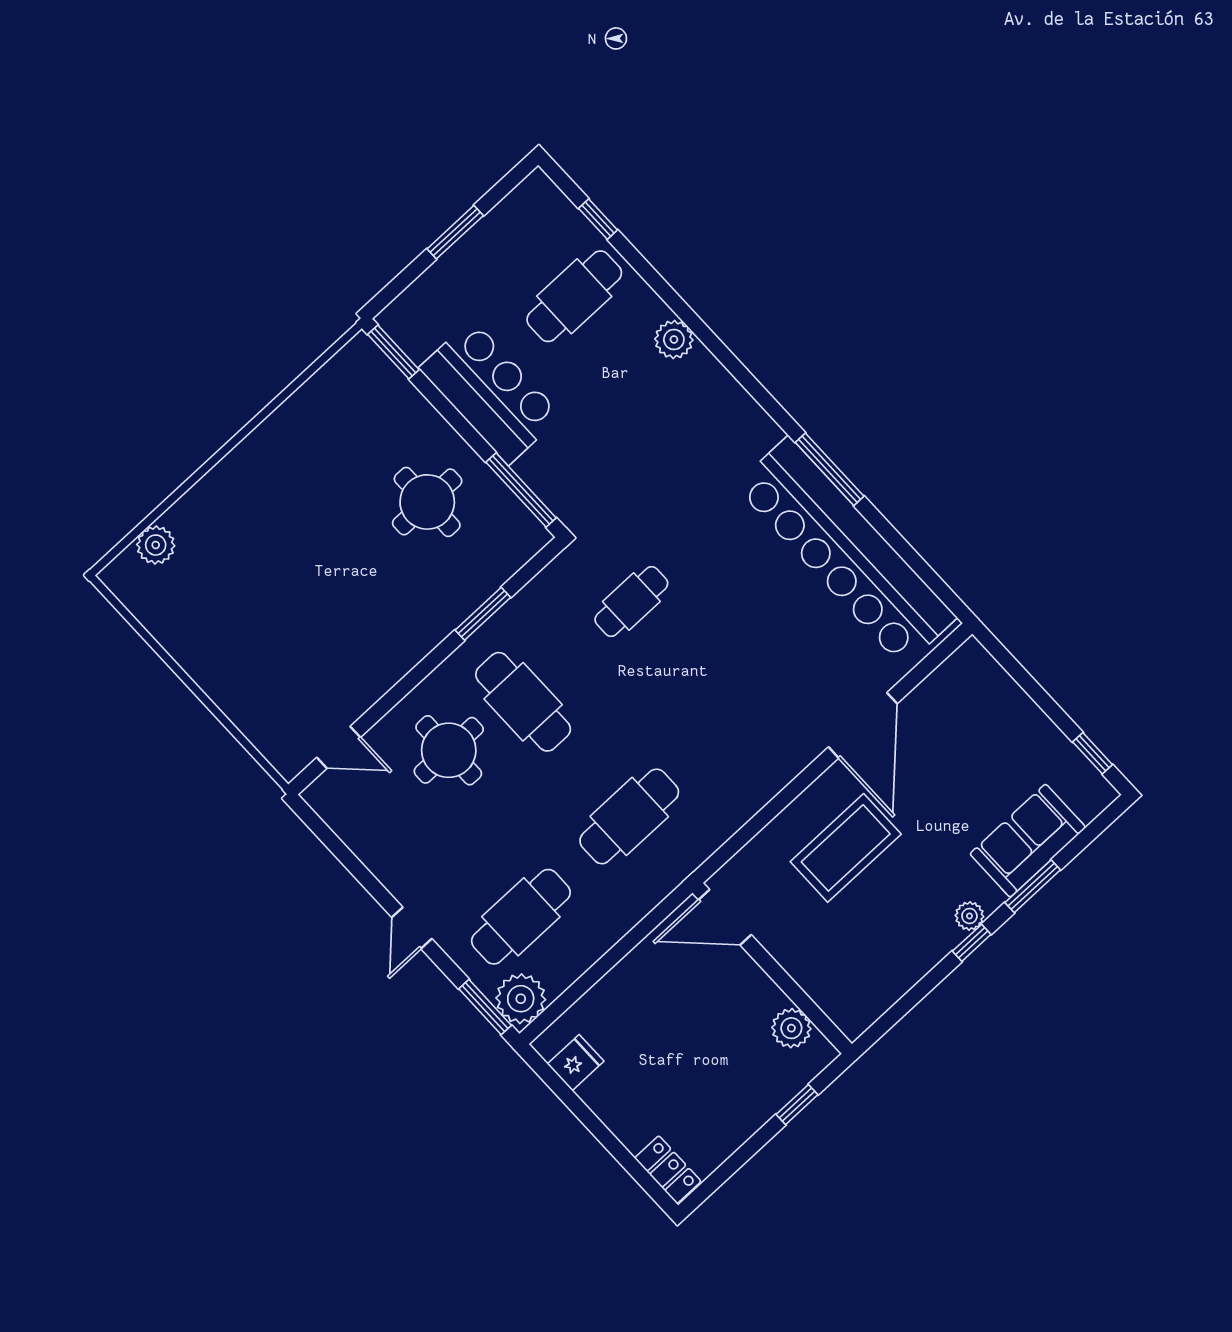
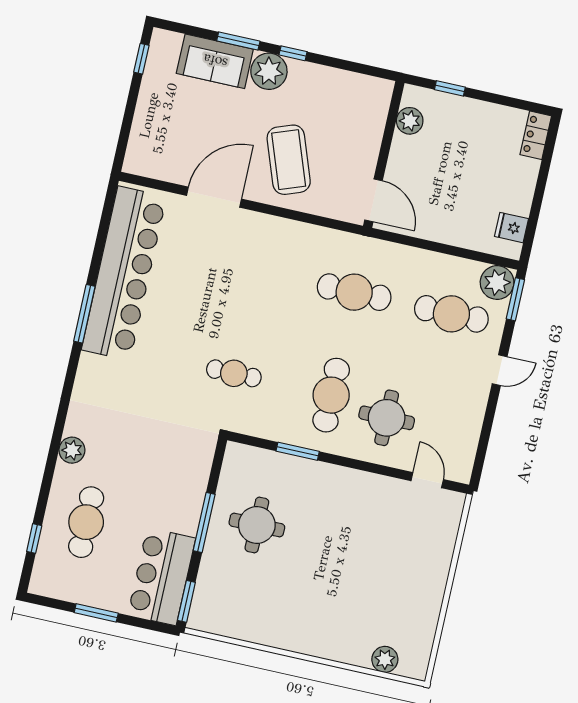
cafe table: (574, 296) -> (86, 522), turned 90
bar counter: (490, 392) -> (162, 577), moved
window: (521, 490) -> (204, 522), moved
coffee table: (846, 848) -> (289, 160), turned 70
plant: (969, 916) -> (269, 71), width x1.87, depth x1.87

